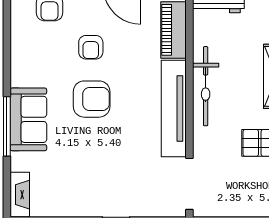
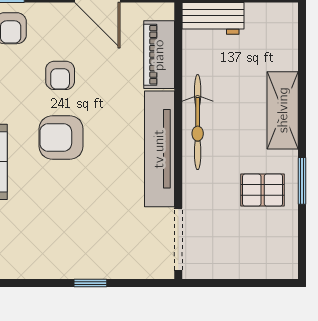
armchair: (92, 99) -> (61, 137), turned 180

